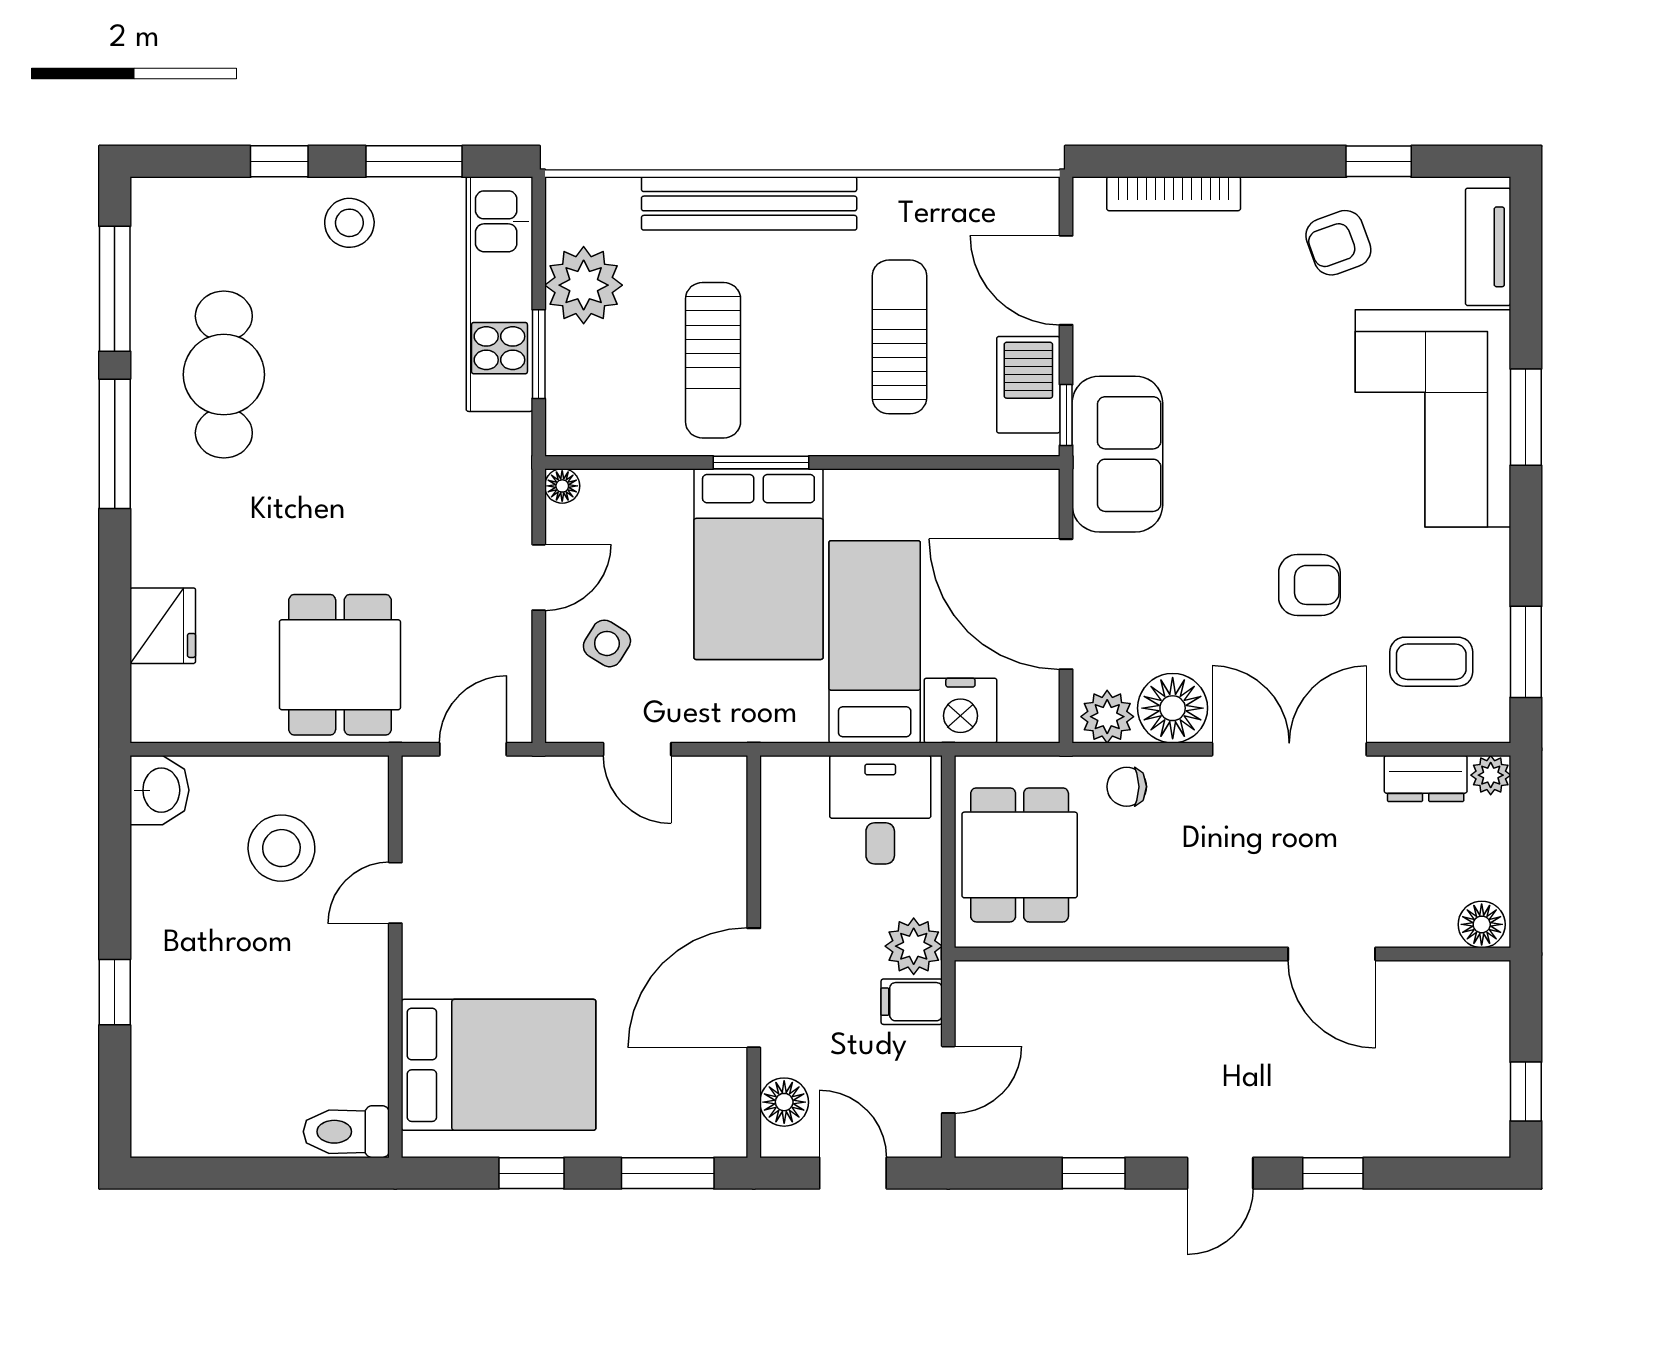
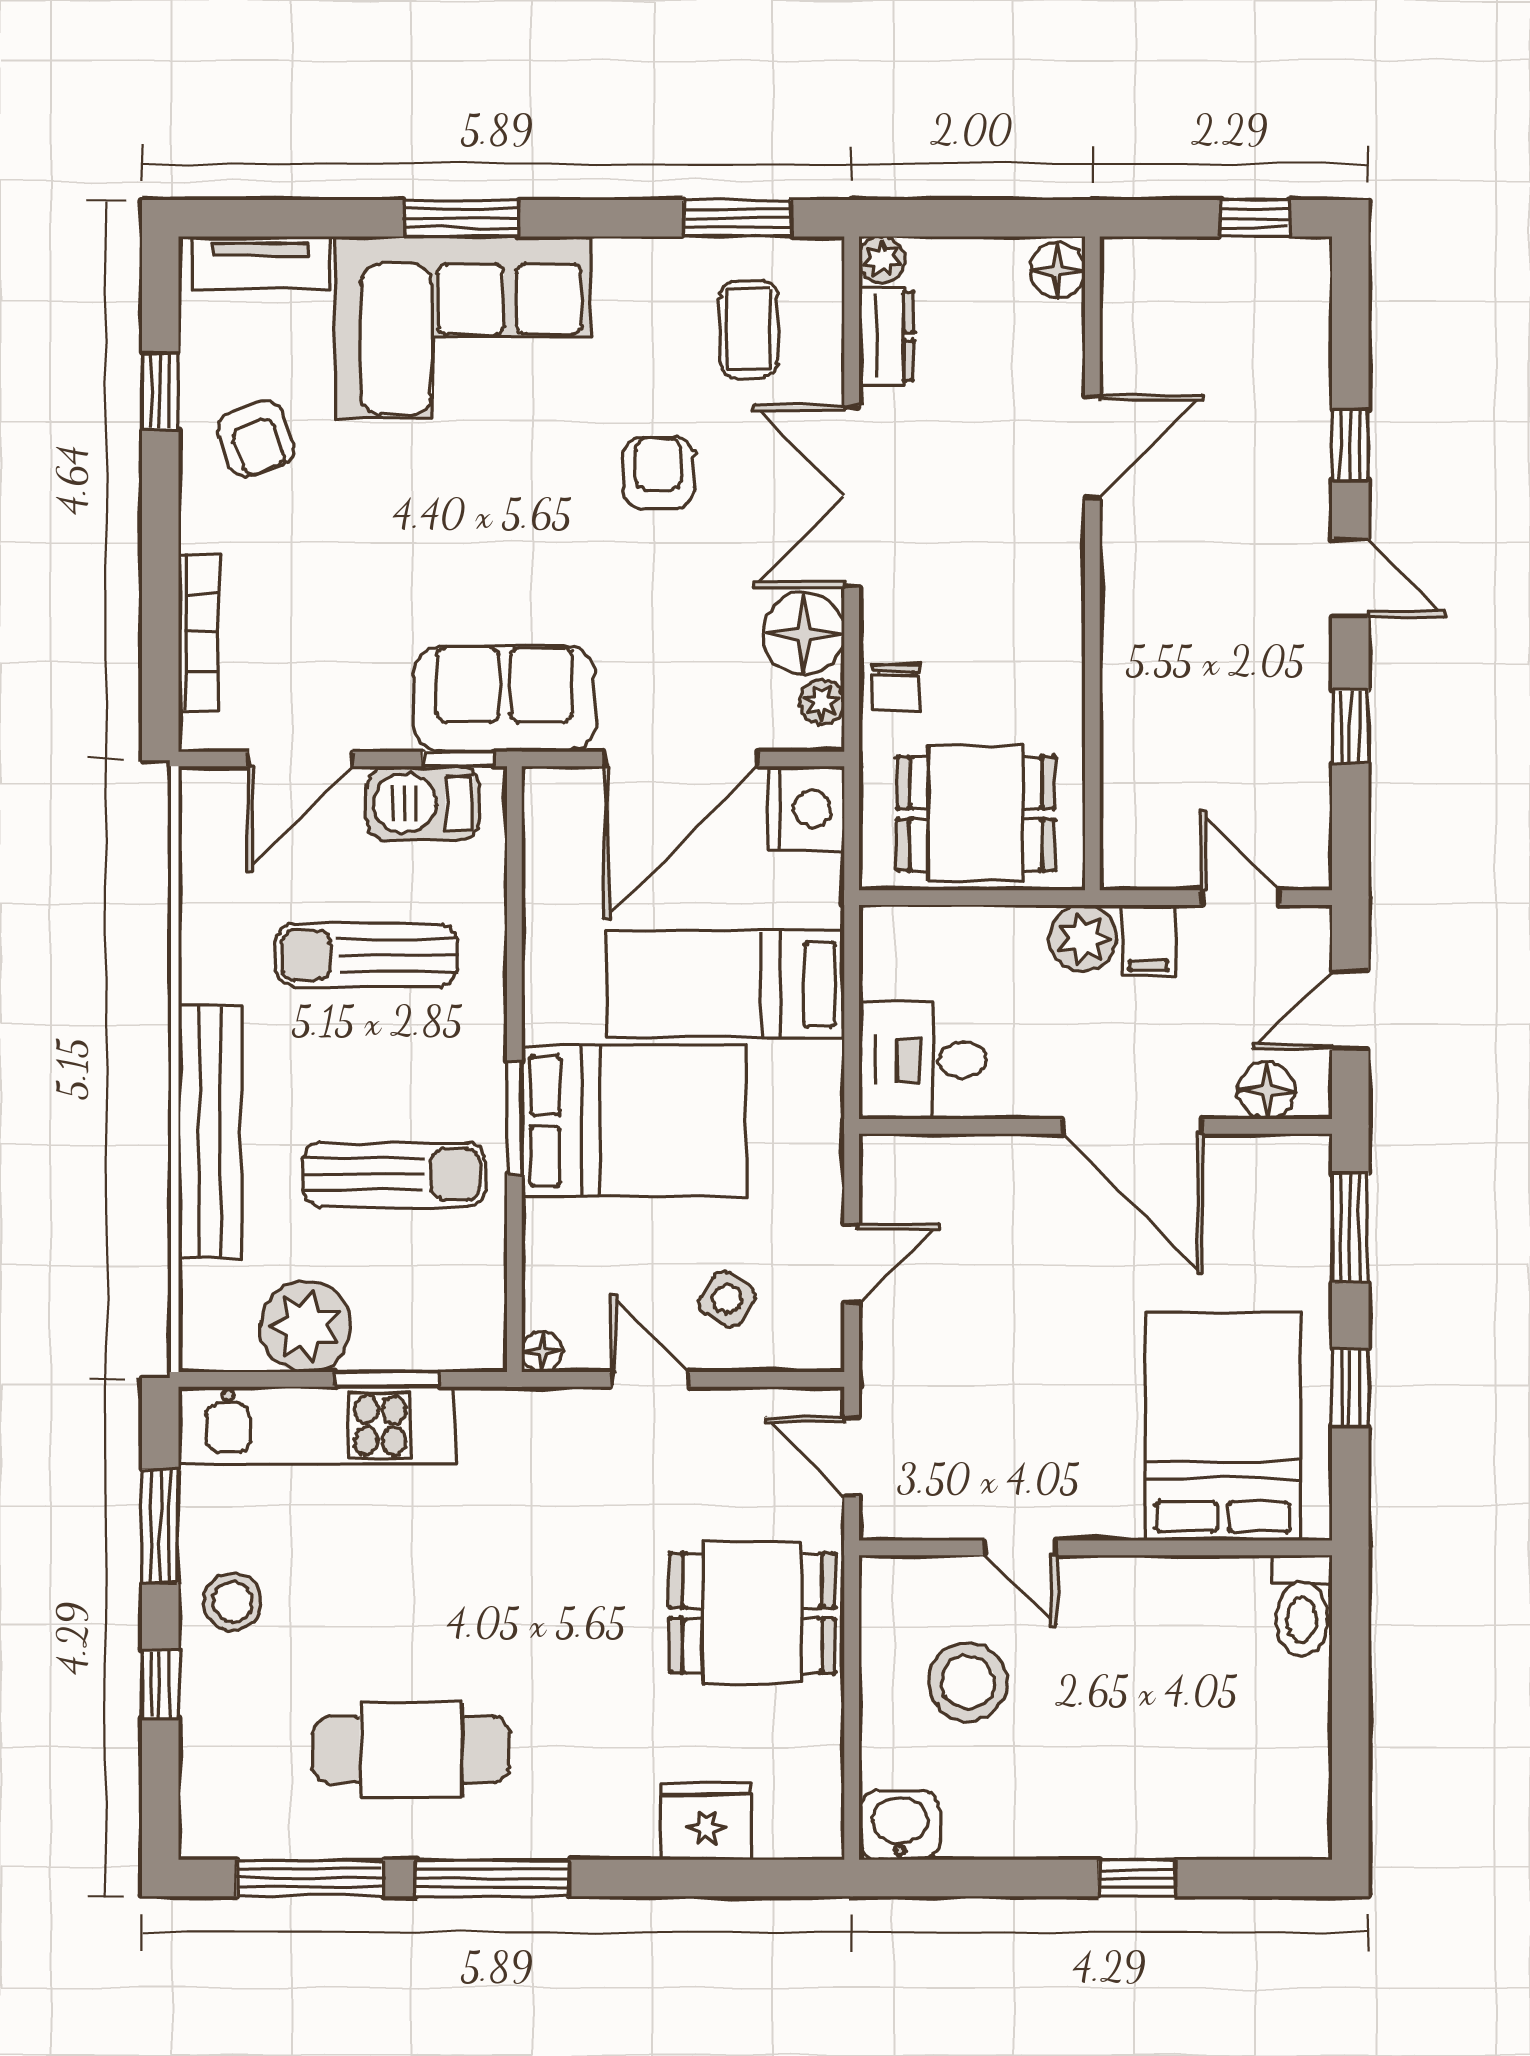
nightstand: (960, 711) -> (806, 809), moved
plant: (1107, 717) -> (822, 702), width x0.73, depth x0.73
desk: (880, 810) -> (923, 1060), moved

